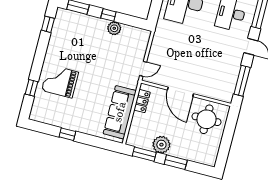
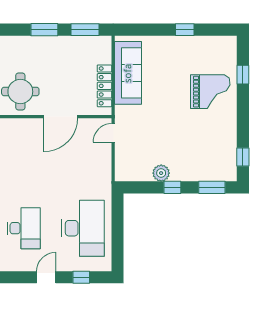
door: (180, 92) -> (61, 117), swing flipped
locker: (142, 101) -> (104, 86), width x1.53
plant: (161, 145) -> (67, 46), removed

